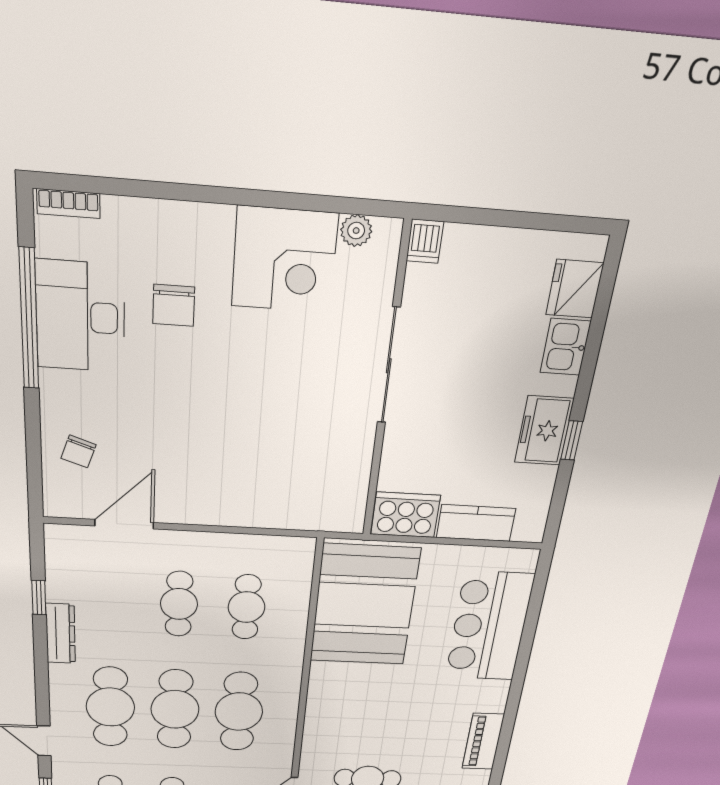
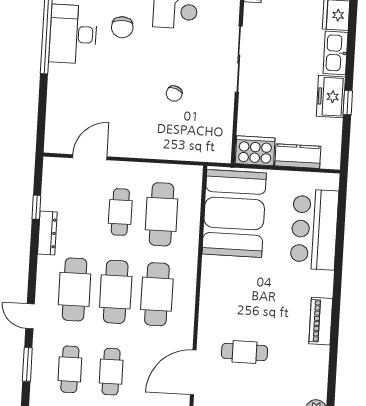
kitchen sink: (565, 347) -> (335, 53), width x1.38
chair: (78, 451) -> (174, 93), moved
cafe table: (247, 607) -> (161, 214), width x1.37, depth x1.35

